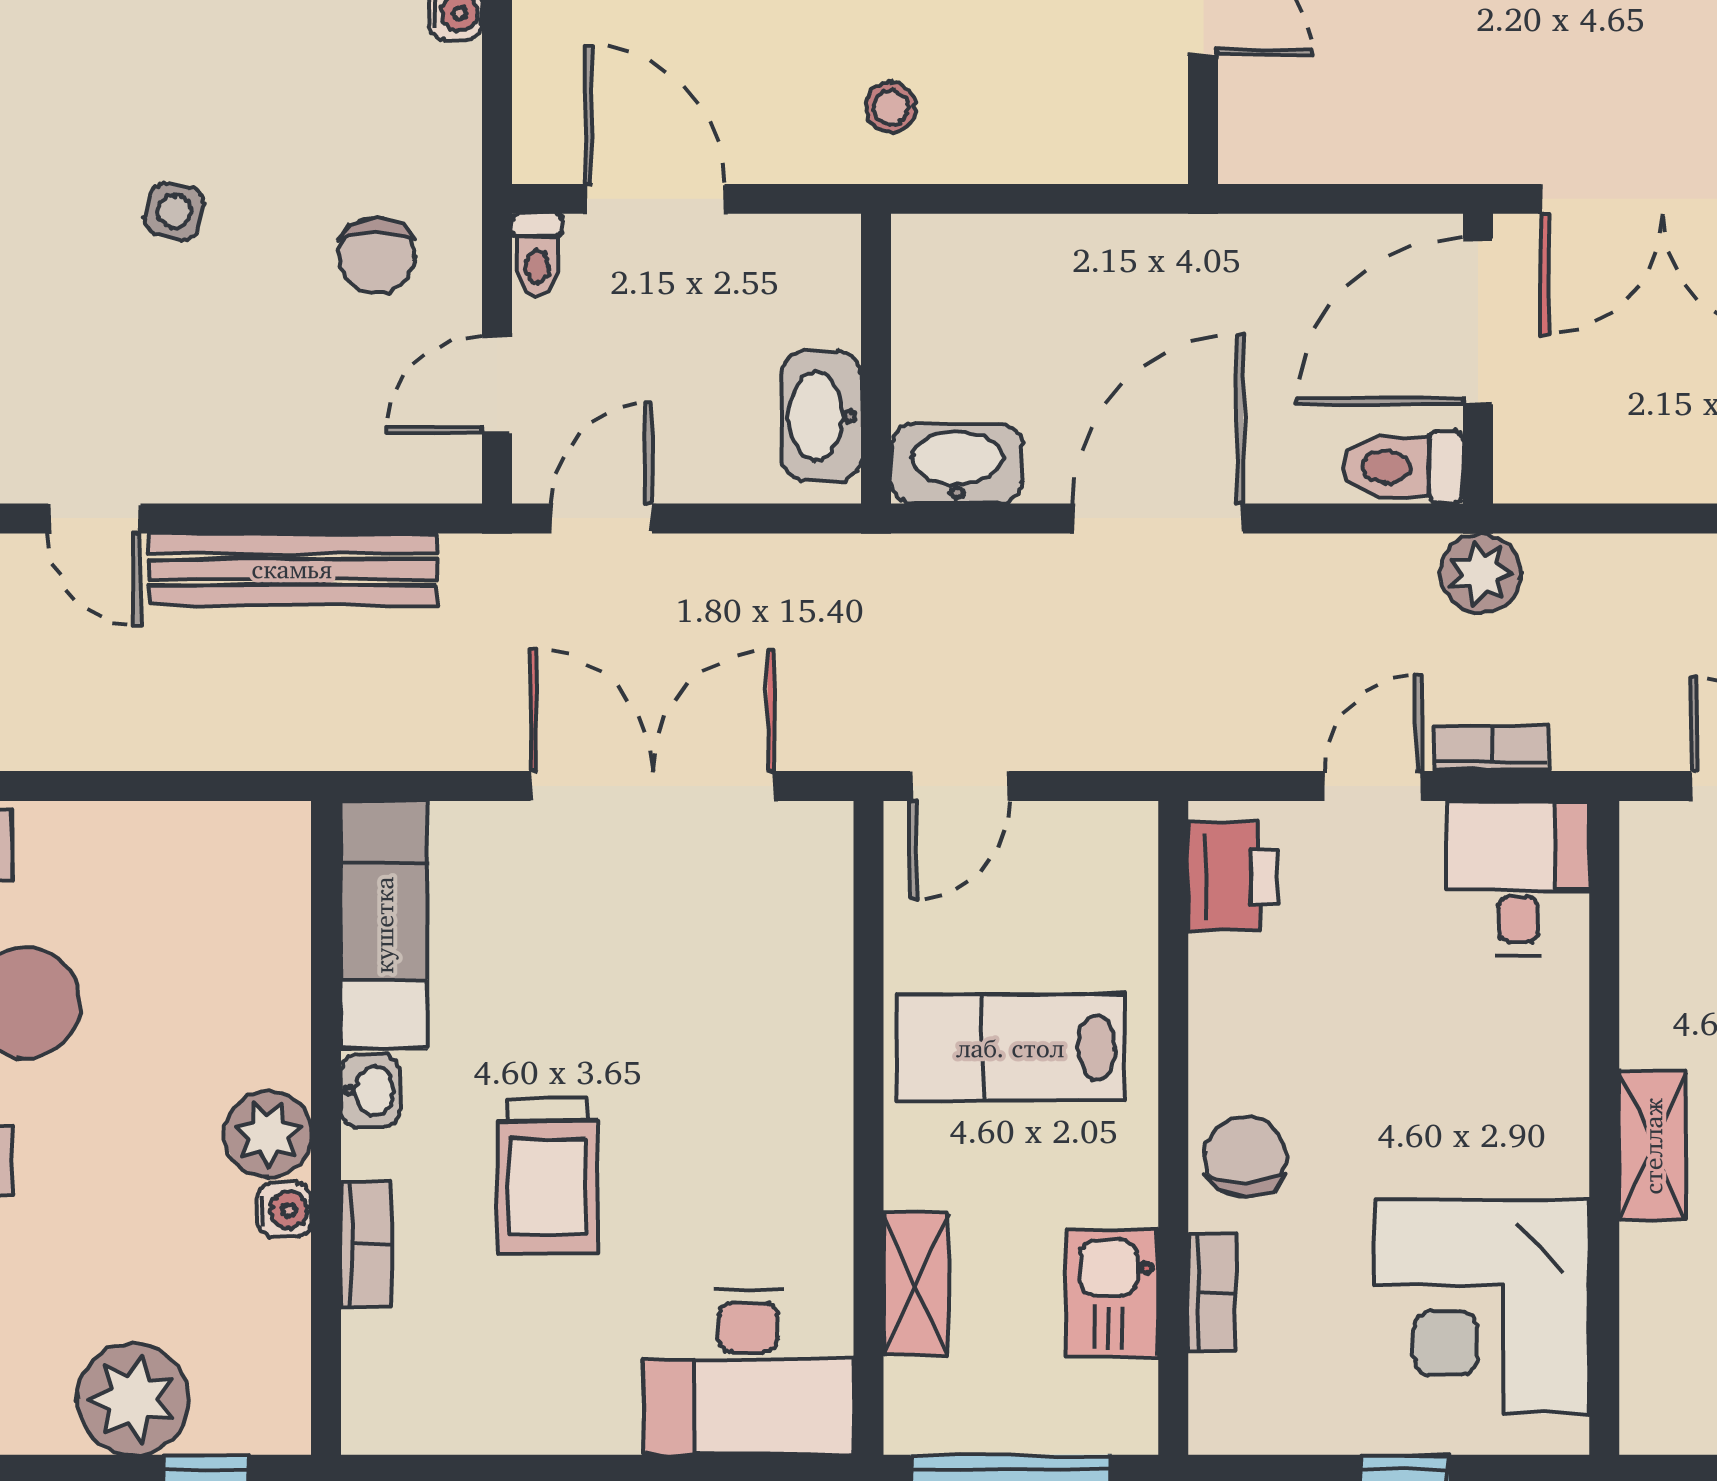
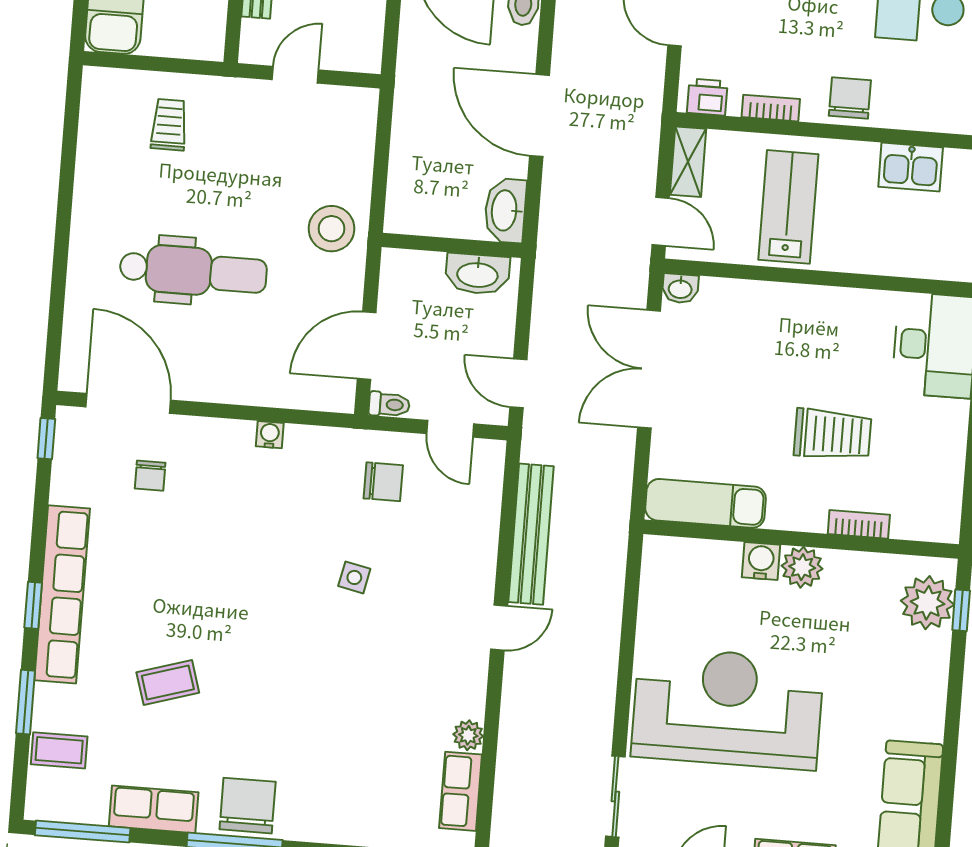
stool: (891, 107) -> (331, 229), width x1.89, depth x1.89
printer: (1233, 877) -> (707, 97), width x0.73, depth x0.81
lab bench: (1010, 1048) -> (788, 207), turned 180
washbasin: (370, 1091) -> (680, 288), moved, turned 180
chair: (1245, 1157) -> (850, 98), turned 90
water cooler: (284, 1210) -> (761, 561), moved, width x1.38, depth x1.38
shelving: (915, 1284) -> (688, 162), moved, turned 90
bookcase: (1212, 1292) -> (771, 108), moved
plant: (133, 1399) -> (927, 603), moved

